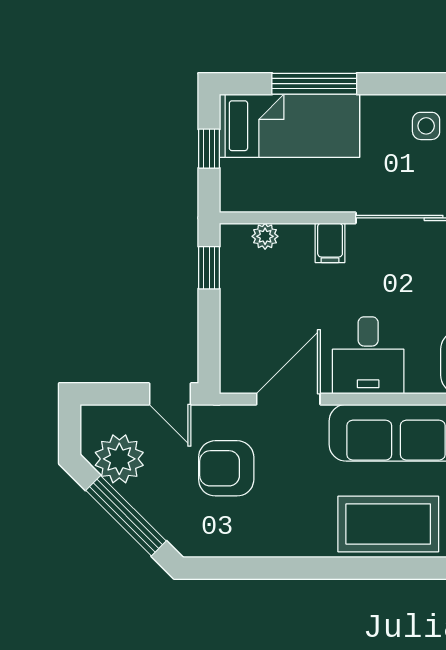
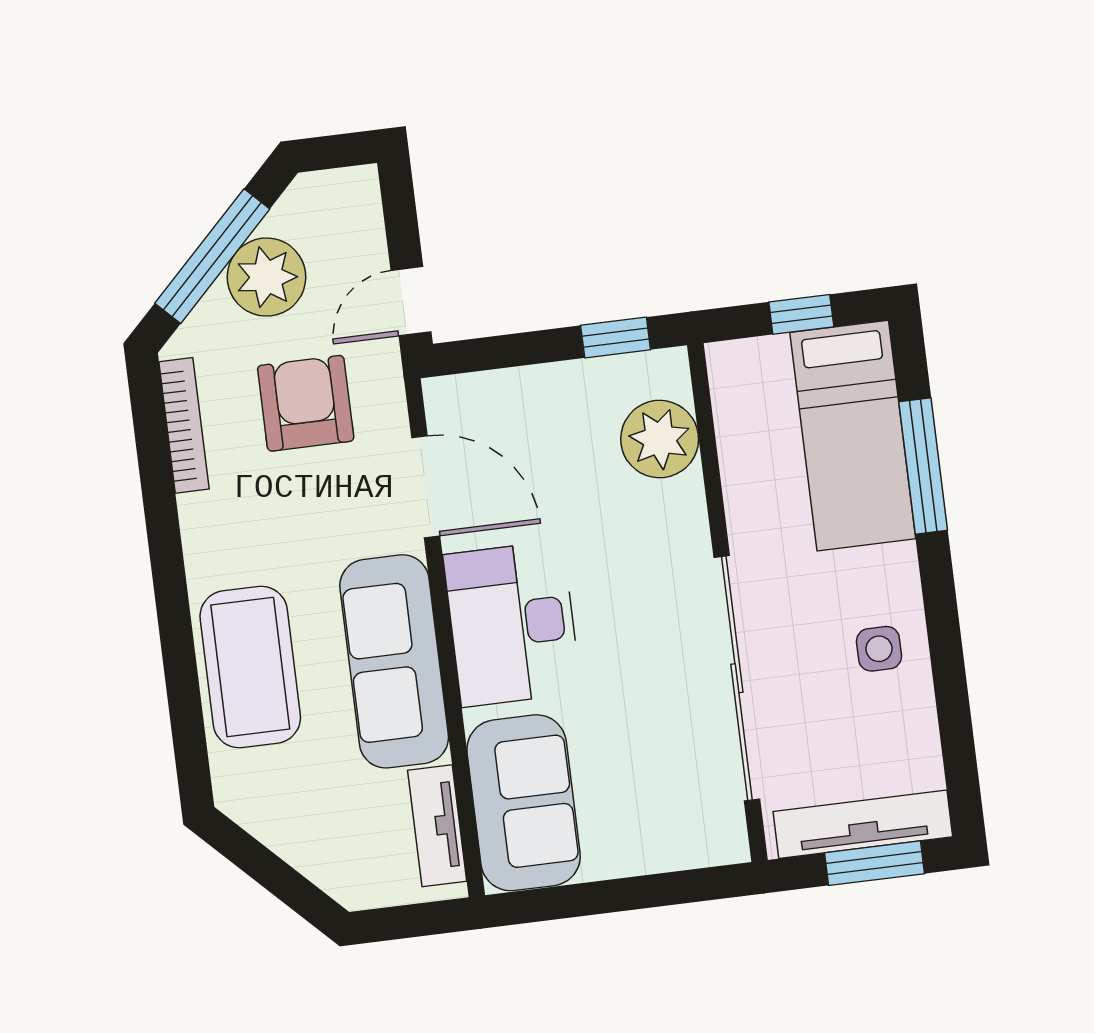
plant: (265, 236) -> (660, 439), width x1.87, depth x1.87
filing cabinet: (330, 243) -> (678, 522), removed
desk: (368, 355) -> (512, 624), width x1.37
plant: (119, 459) -> (267, 277), moved
bookcase: (231, 547) -> (184, 425), added

